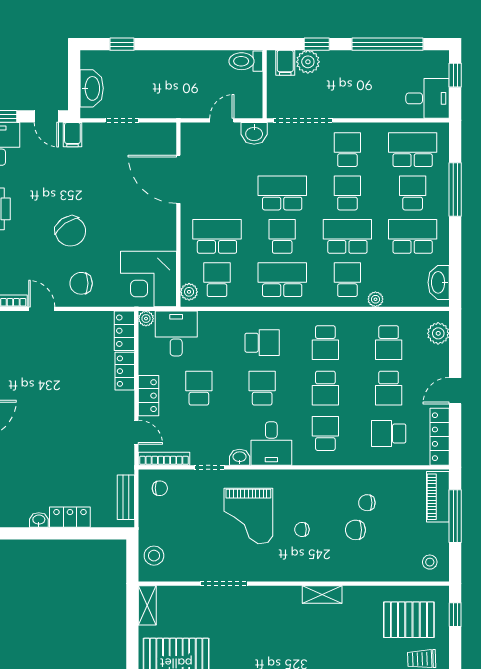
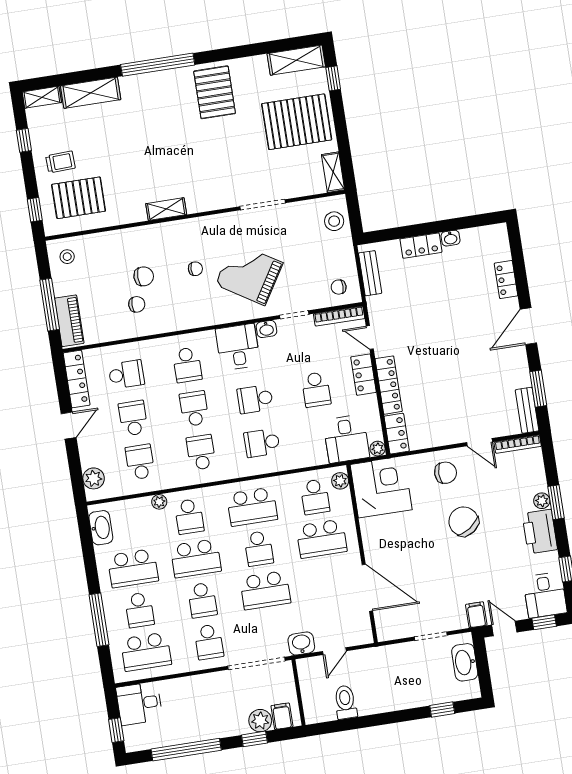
toilet: (246, 61) -> (345, 702), moved, turned -90
locker: (125, 371) -> (389, 385), width x1.53
school desk: (262, 388) -> (255, 399), turned 90
grand piano: (248, 516) -> (249, 274), turned -58

